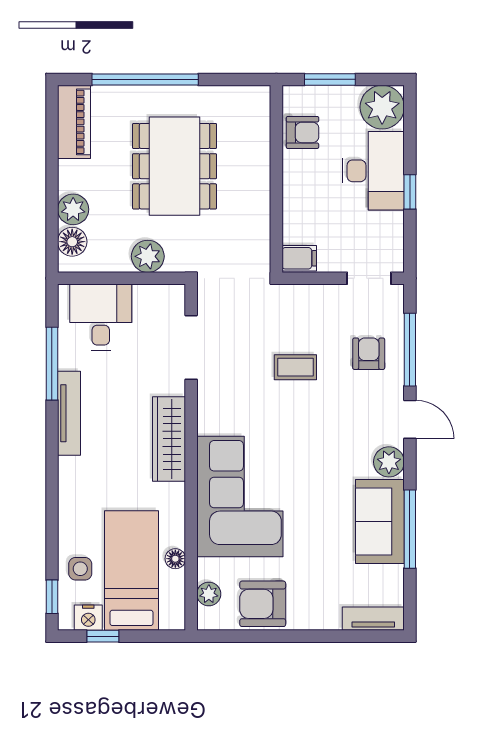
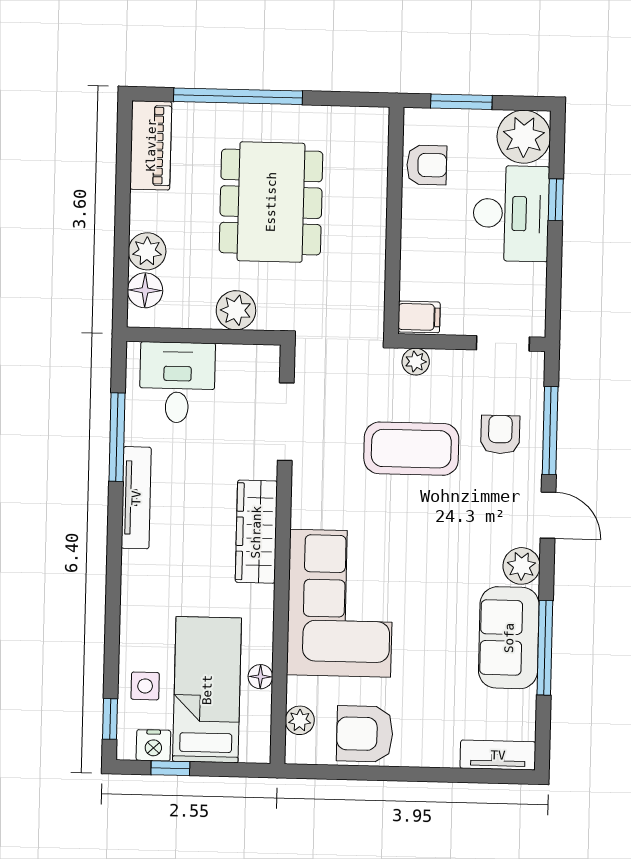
window: (410, 192) -> (556, 200), moved
plant: (297, 295) -> (416, 362), added
coffee table: (295, 367) -> (411, 449), width x1.86, depth x1.72

